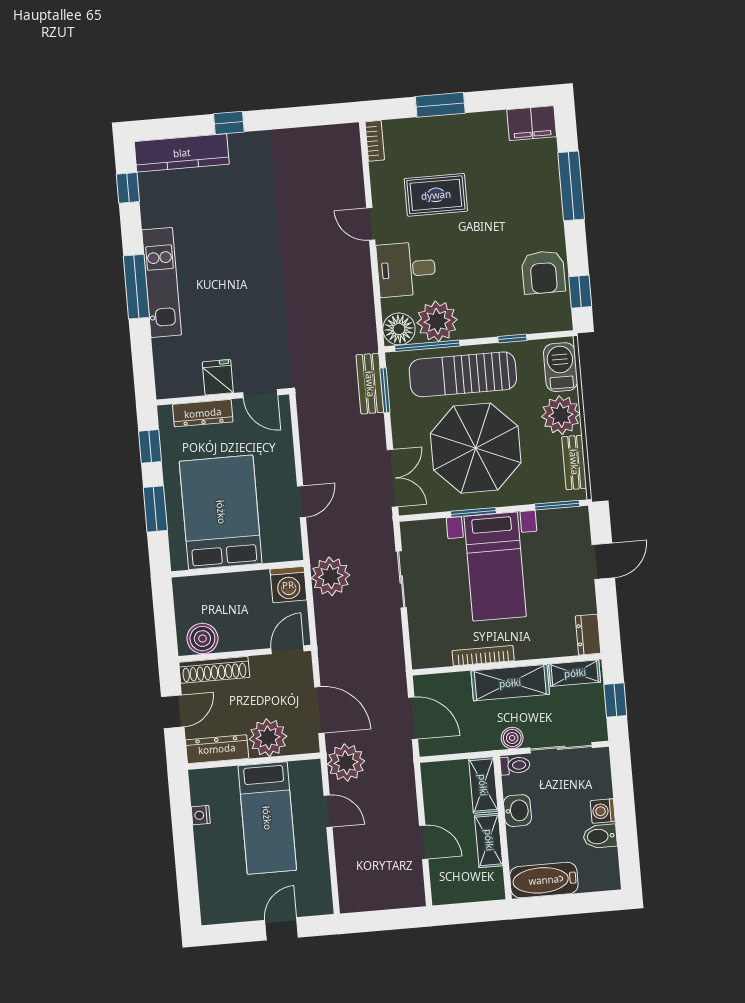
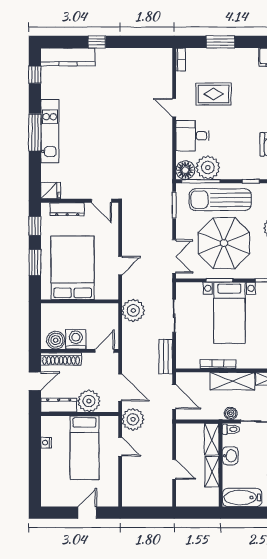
fridge: (218, 377) -> (51, 191), moved, turned 90
bench: (370, 384) -> (166, 356), moved
washing machine: (288, 585) -> (76, 339), moved, turned 180

